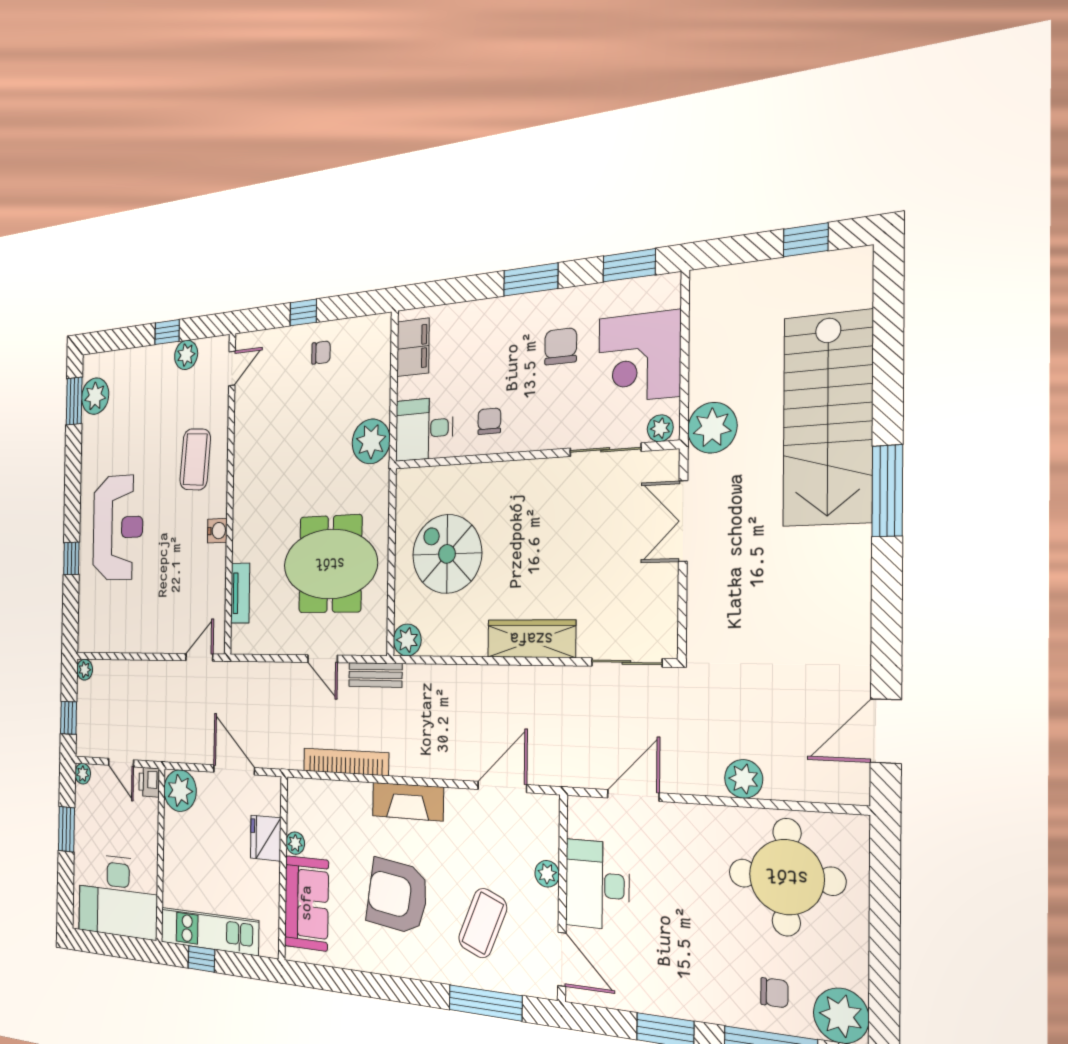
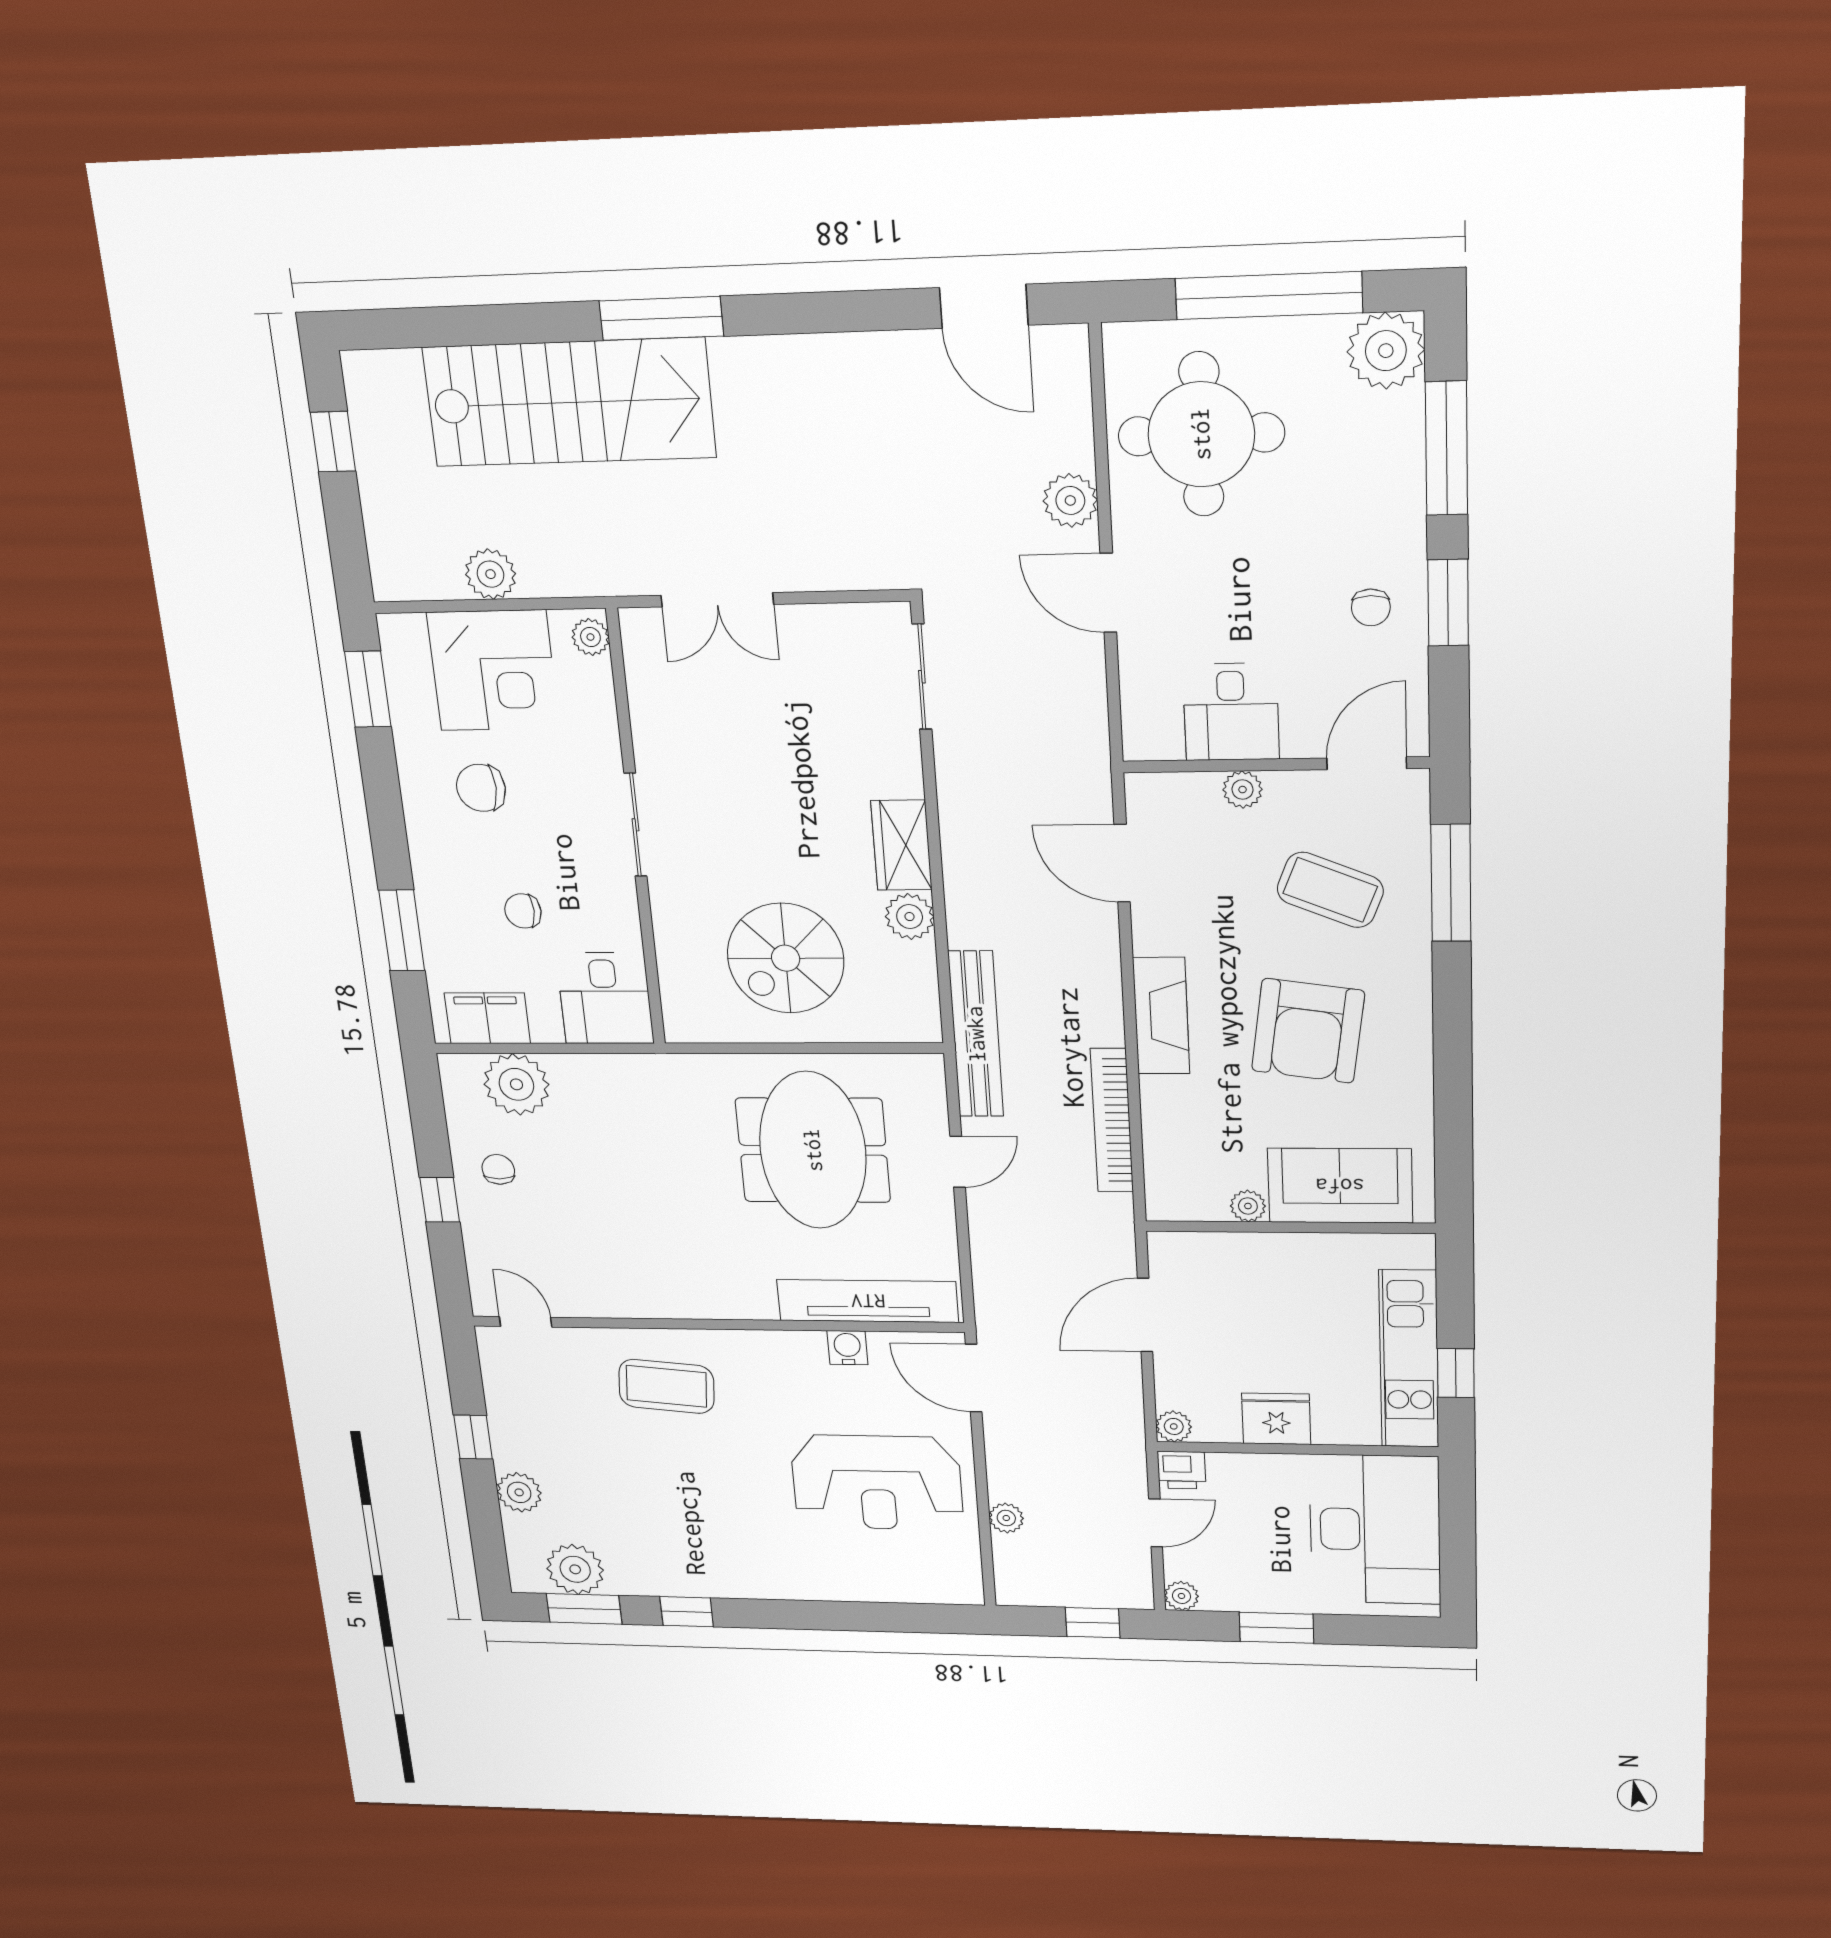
window: (531, 280) -> (402, 930), moved
plant: (186, 355) -> (519, 1492), moved
chair: (489, 421) -> (523, 911), moved
plant: (712, 428) -> (490, 574), moved, width x0.73, depth x0.73
plant: (371, 441) -> (516, 1084), moved
sliding door: (605, 450) -> (635, 825), moved
reception desk: (118, 528) -> (877, 1482), moved, turned 180
water cooler: (217, 531) -> (847, 1348), moved
window: (71, 558) -> (687, 1612), moved
tv unit: (240, 593) -> (868, 1301), width x1.92, depth x1.29
wardrobe: (531, 639) -> (901, 845), width x0.67
plant: (407, 640) -> (910, 917), moved
door: (199, 657) -> (974, 1378), width x1.38
plant: (85, 670) -> (1006, 1518), moved
bench: (375, 675) -> (976, 1034), width x1.86, depth x1.21
plant: (180, 791) -> (1174, 1426), width x0.53, depth x0.53
door: (633, 795) -> (1108, 593), moved
fridge: (266, 838) -> (1276, 1419), moved, turned 180
desk: (597, 885) -> (1231, 712), width x0.73
window: (885, 938) -> (1269, 296), added
chair: (774, 993) -> (1371, 607), moved, turned 180

